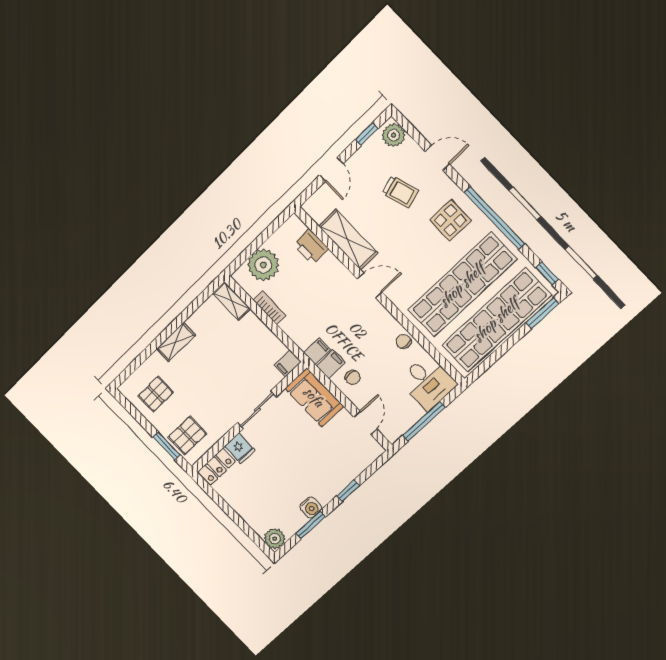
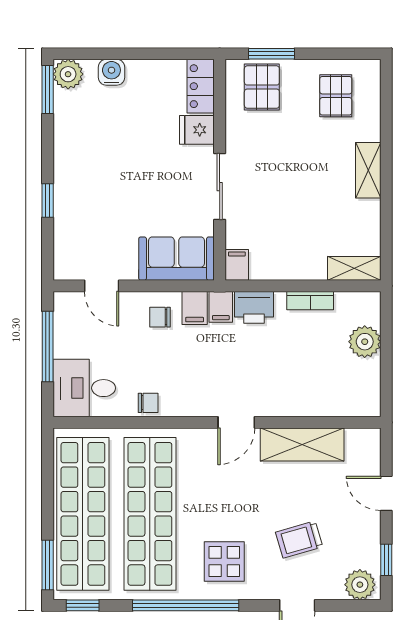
printer: (311, 247) -> (254, 307), moved, turned 180
plant: (263, 265) -> (365, 342), width x0.73, depth x0.73
water cooler: (311, 507) -> (111, 72), moved, turned 90
window: (311, 525) -> (48, 89), moved

